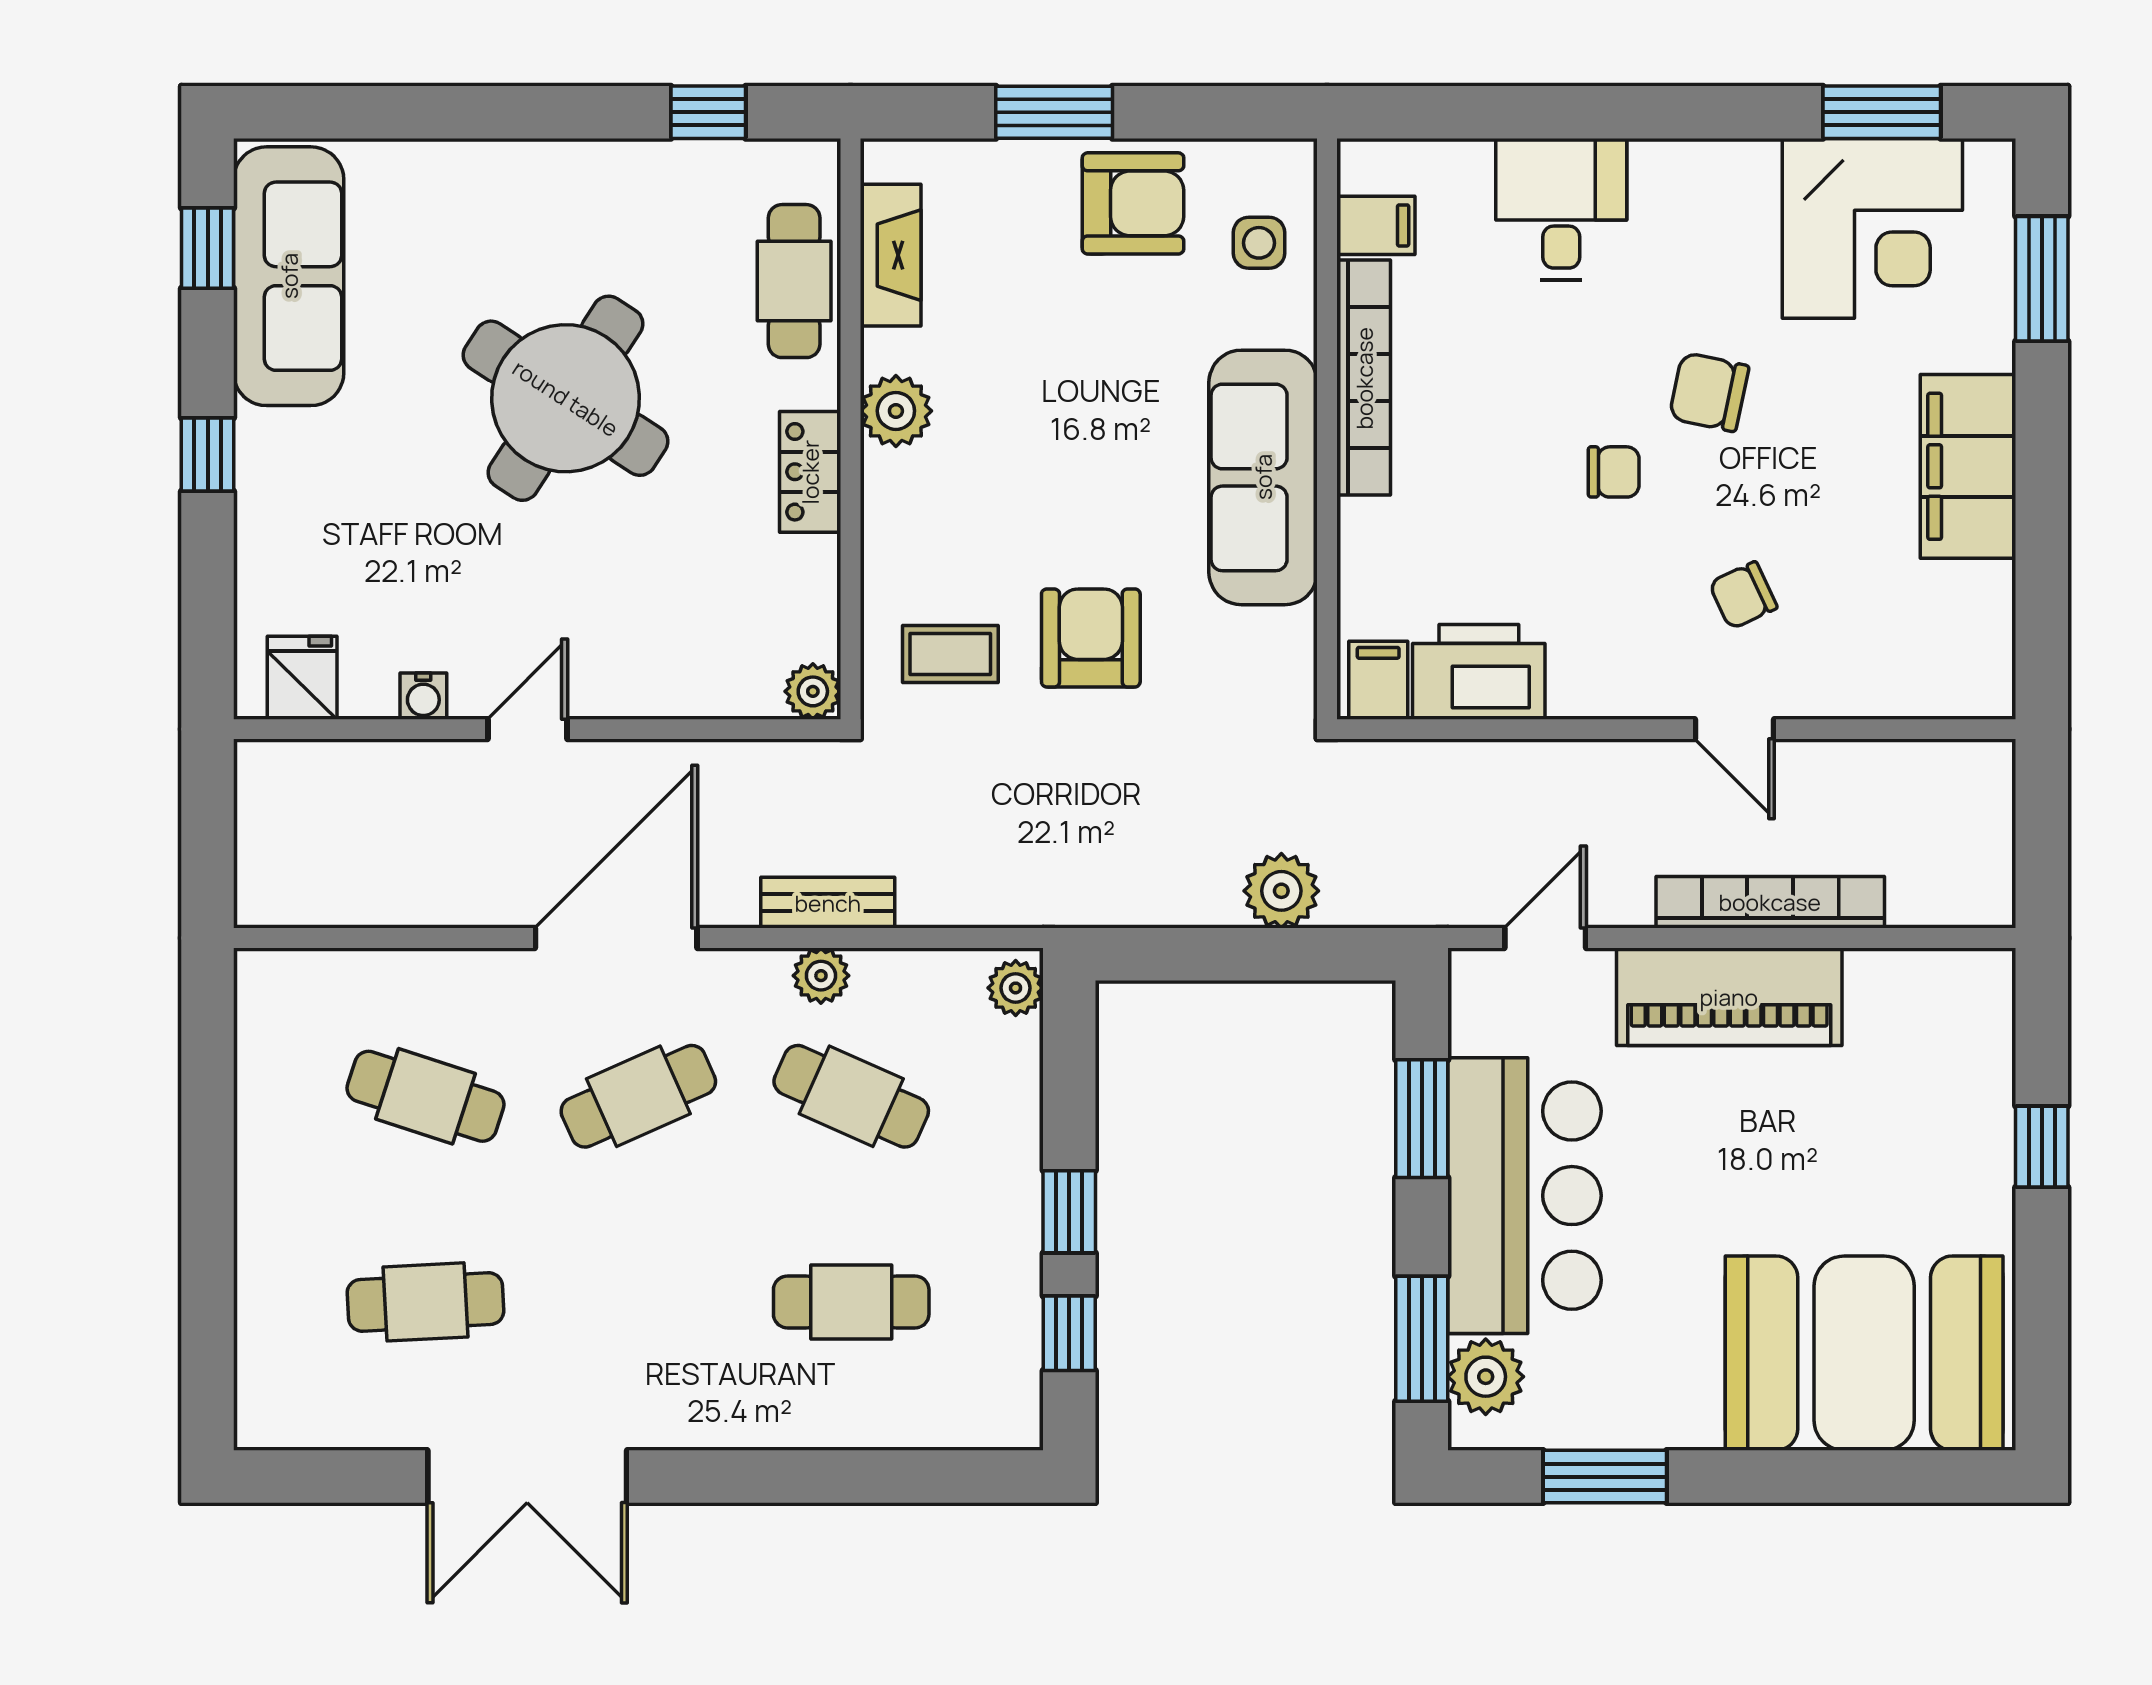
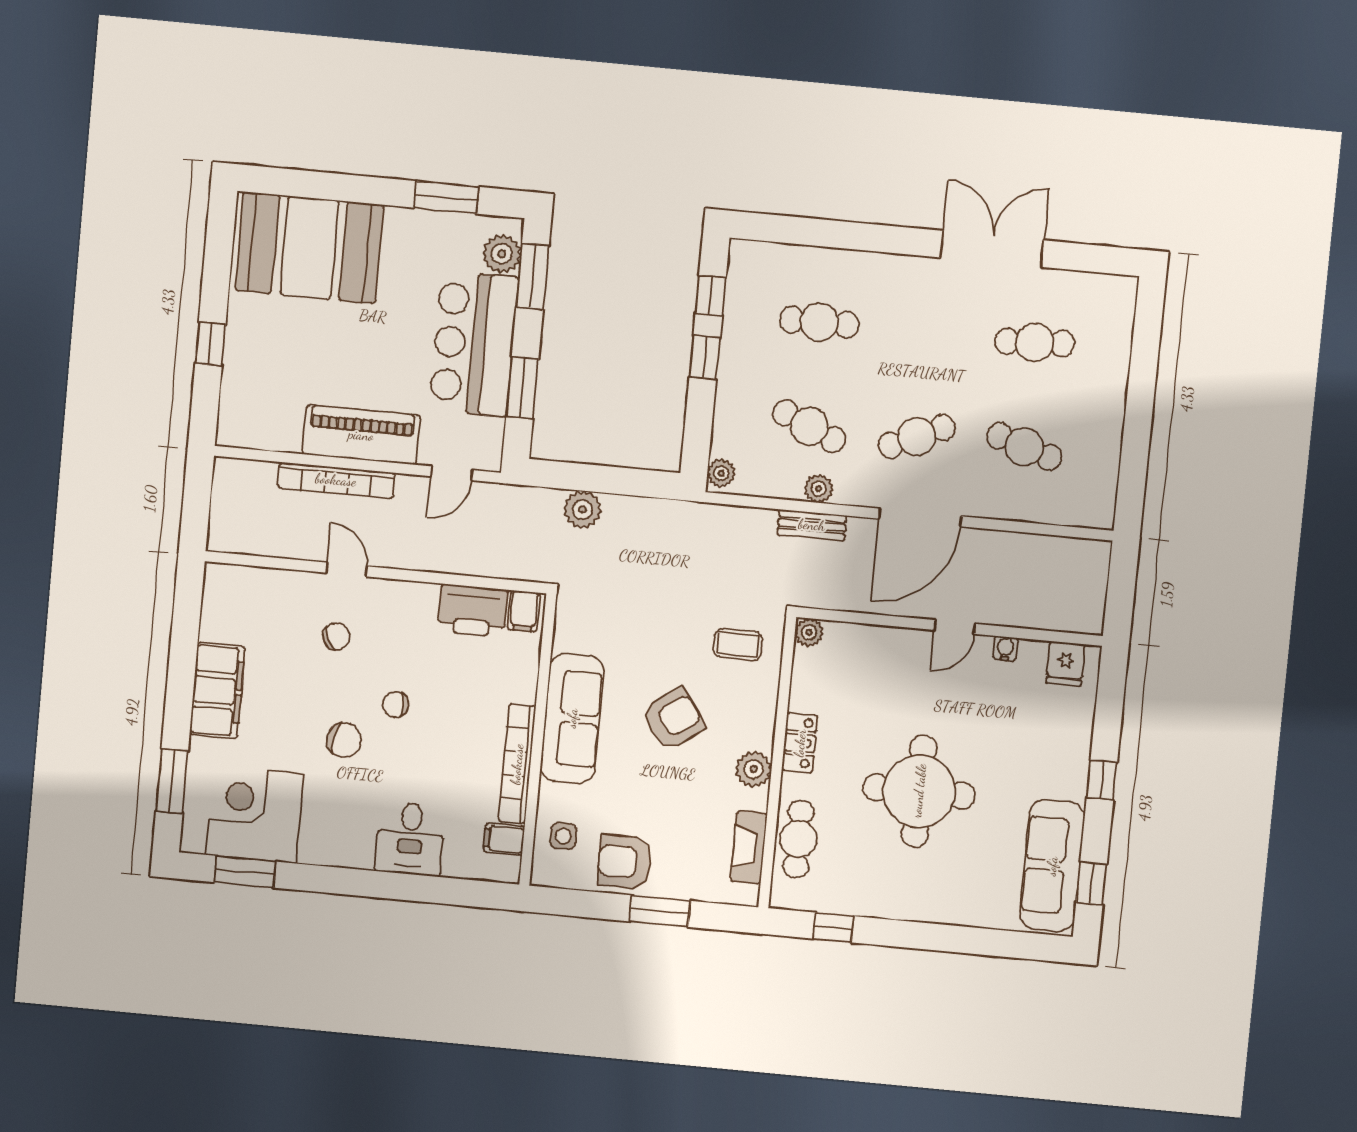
round table: (566, 398) -> (919, 791), turned -33
armchair: (1091, 638) -> (673, 719), moved, turned -126

